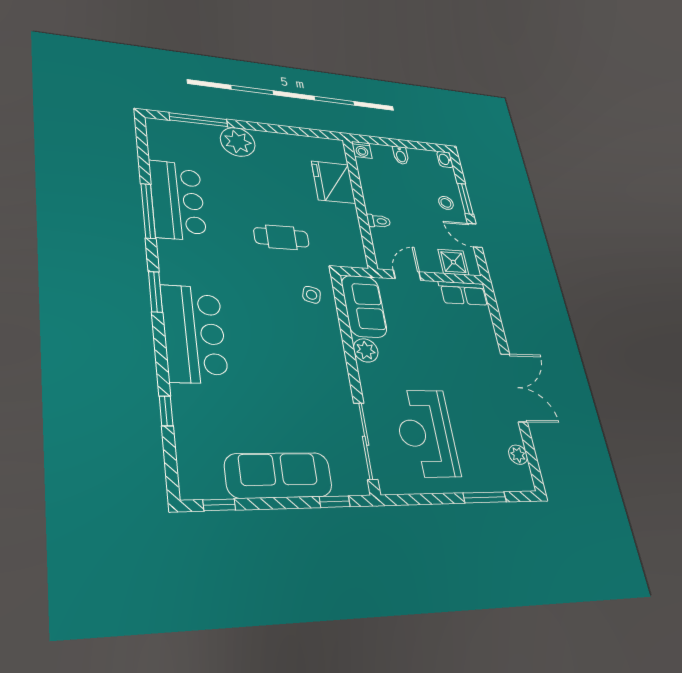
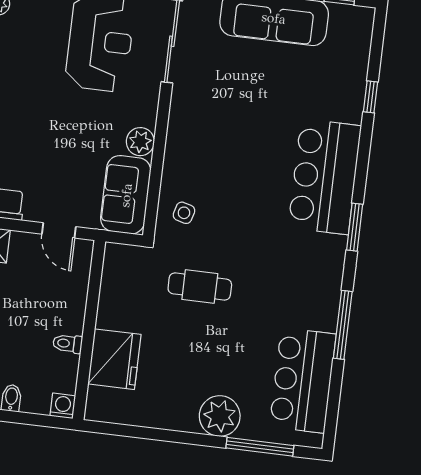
bar counter: (177, 200) -> (303, 380), moved
toilet: (379, 221) -> (68, 344), moved
door: (407, 275) -> (59, 230), hinge flipped

